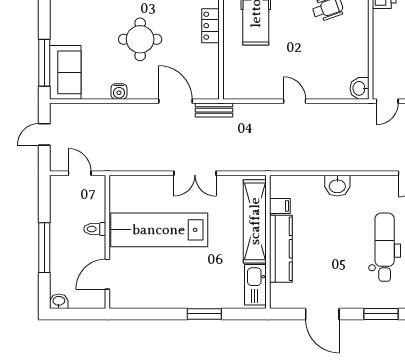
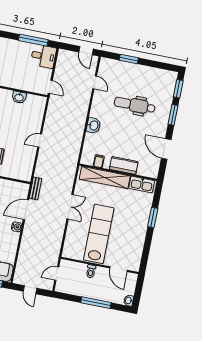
washbasin: (360, 88) -> (19, 97), moved
water cooler: (119, 91) -> (17, 227), moved
lab bench: (159, 230) -> (99, 234), turned 180
kitchen counter: (281, 249) -> (124, 165), width x0.67
door: (322, 314) -> (166, 149), swing flipped

